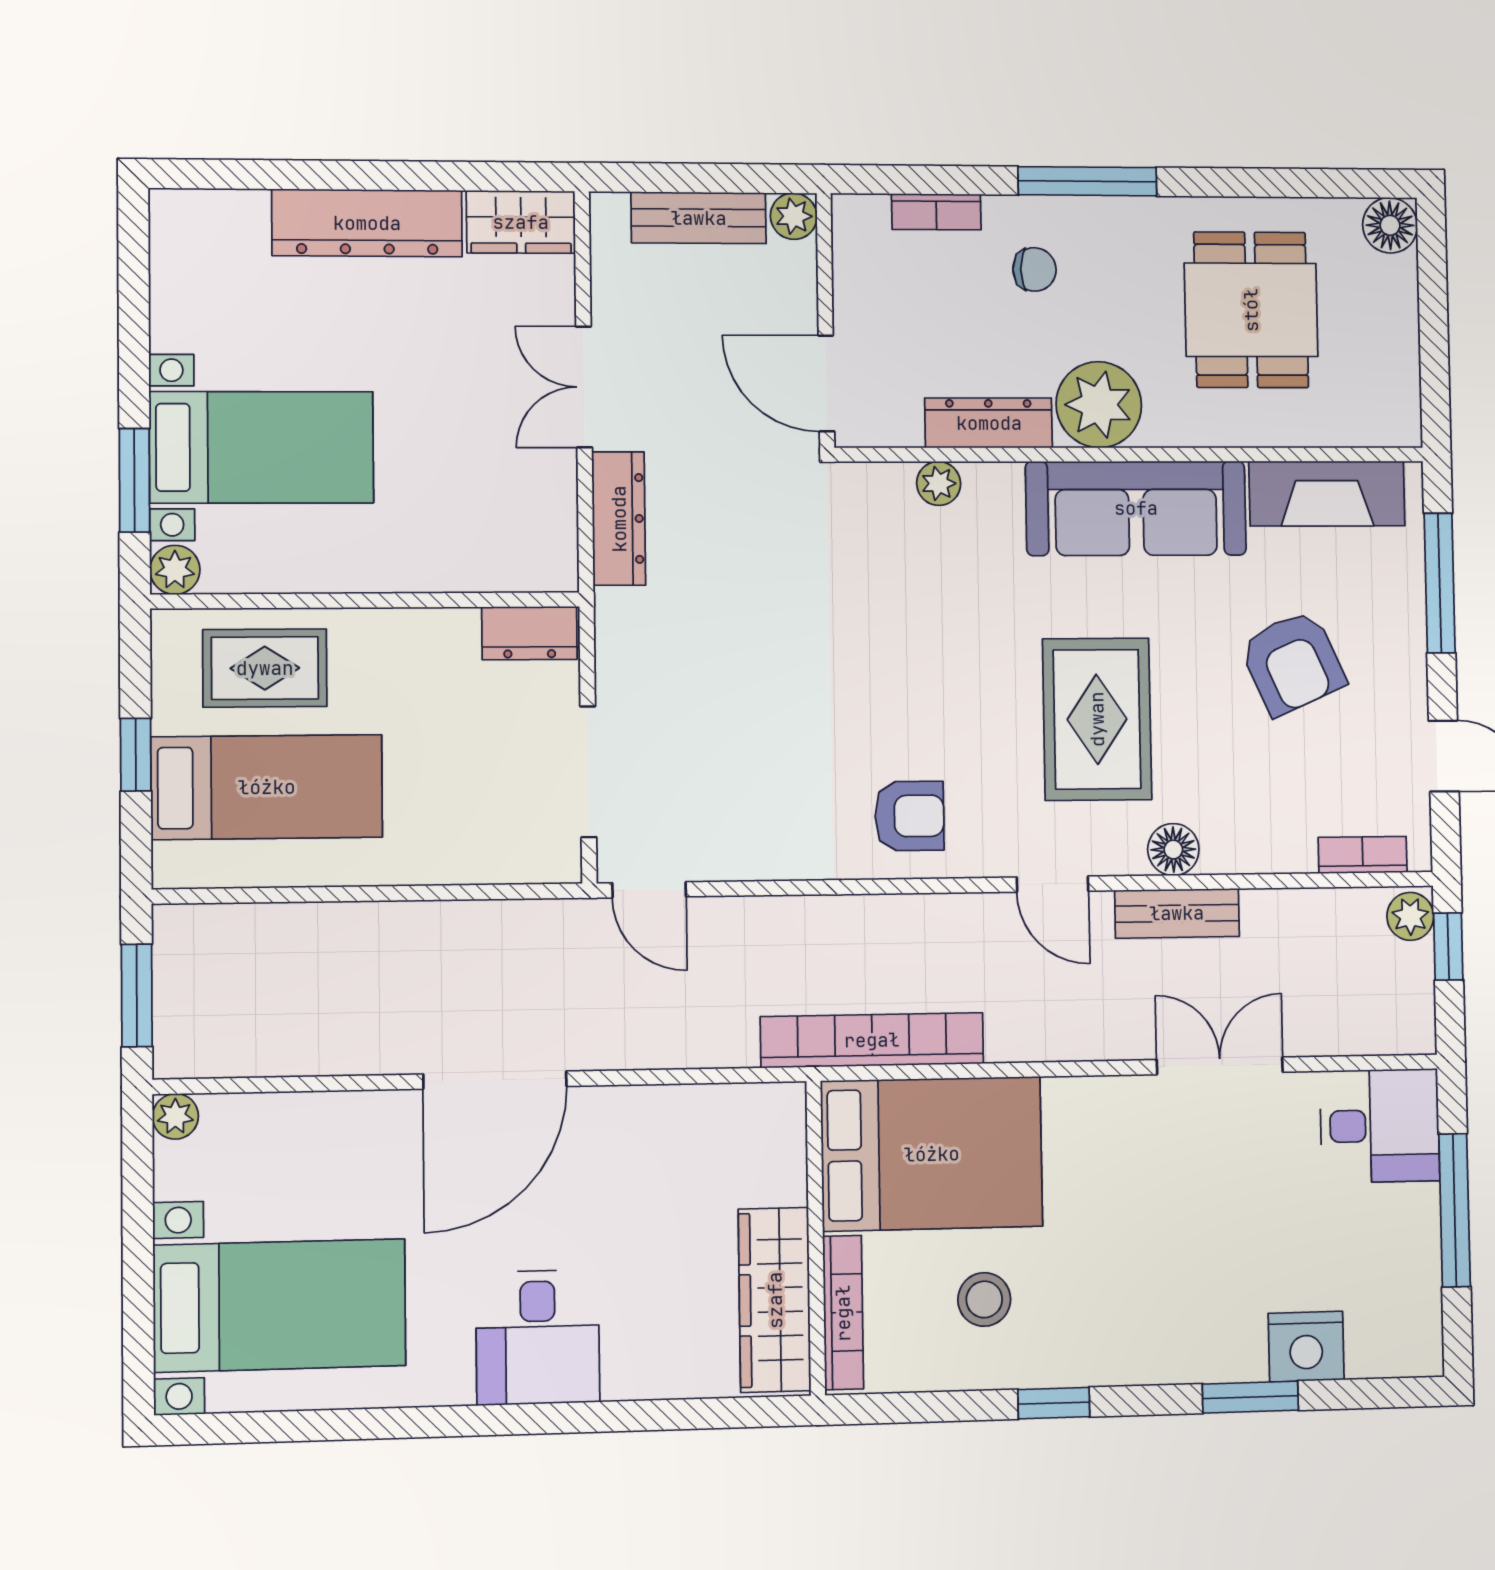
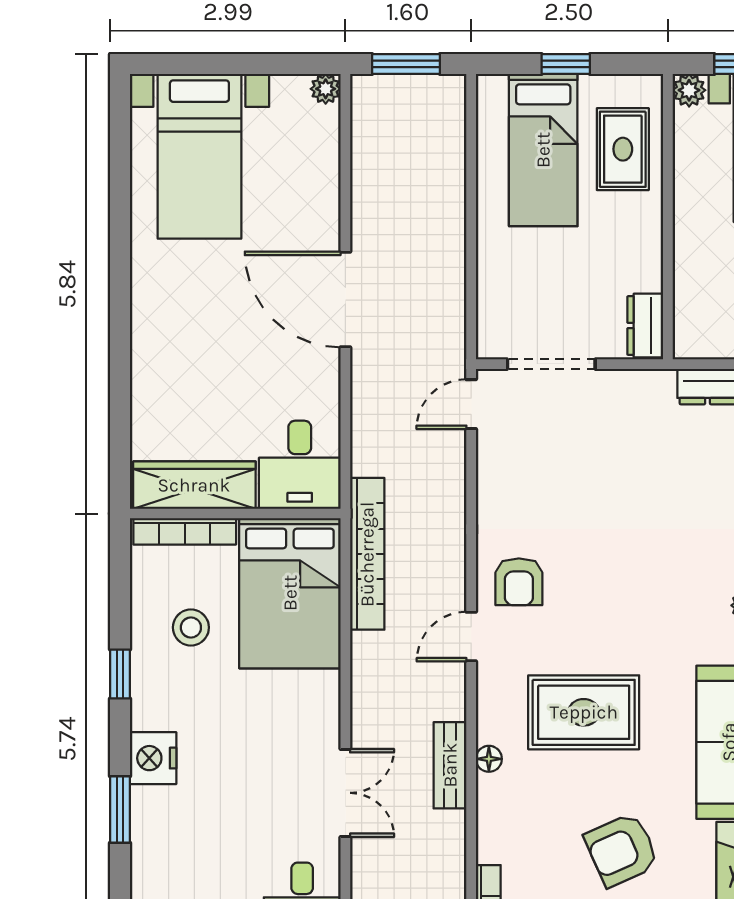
floor lamp: (1173, 850) -> (489, 759), width x0.73, depth x0.73
door: (1053, 884) -> (471, 637), moved
desk: (538, 1337) -> (300, 465), moved, turned -90
nightstand: (1306, 1347) -> (153, 758), moved

